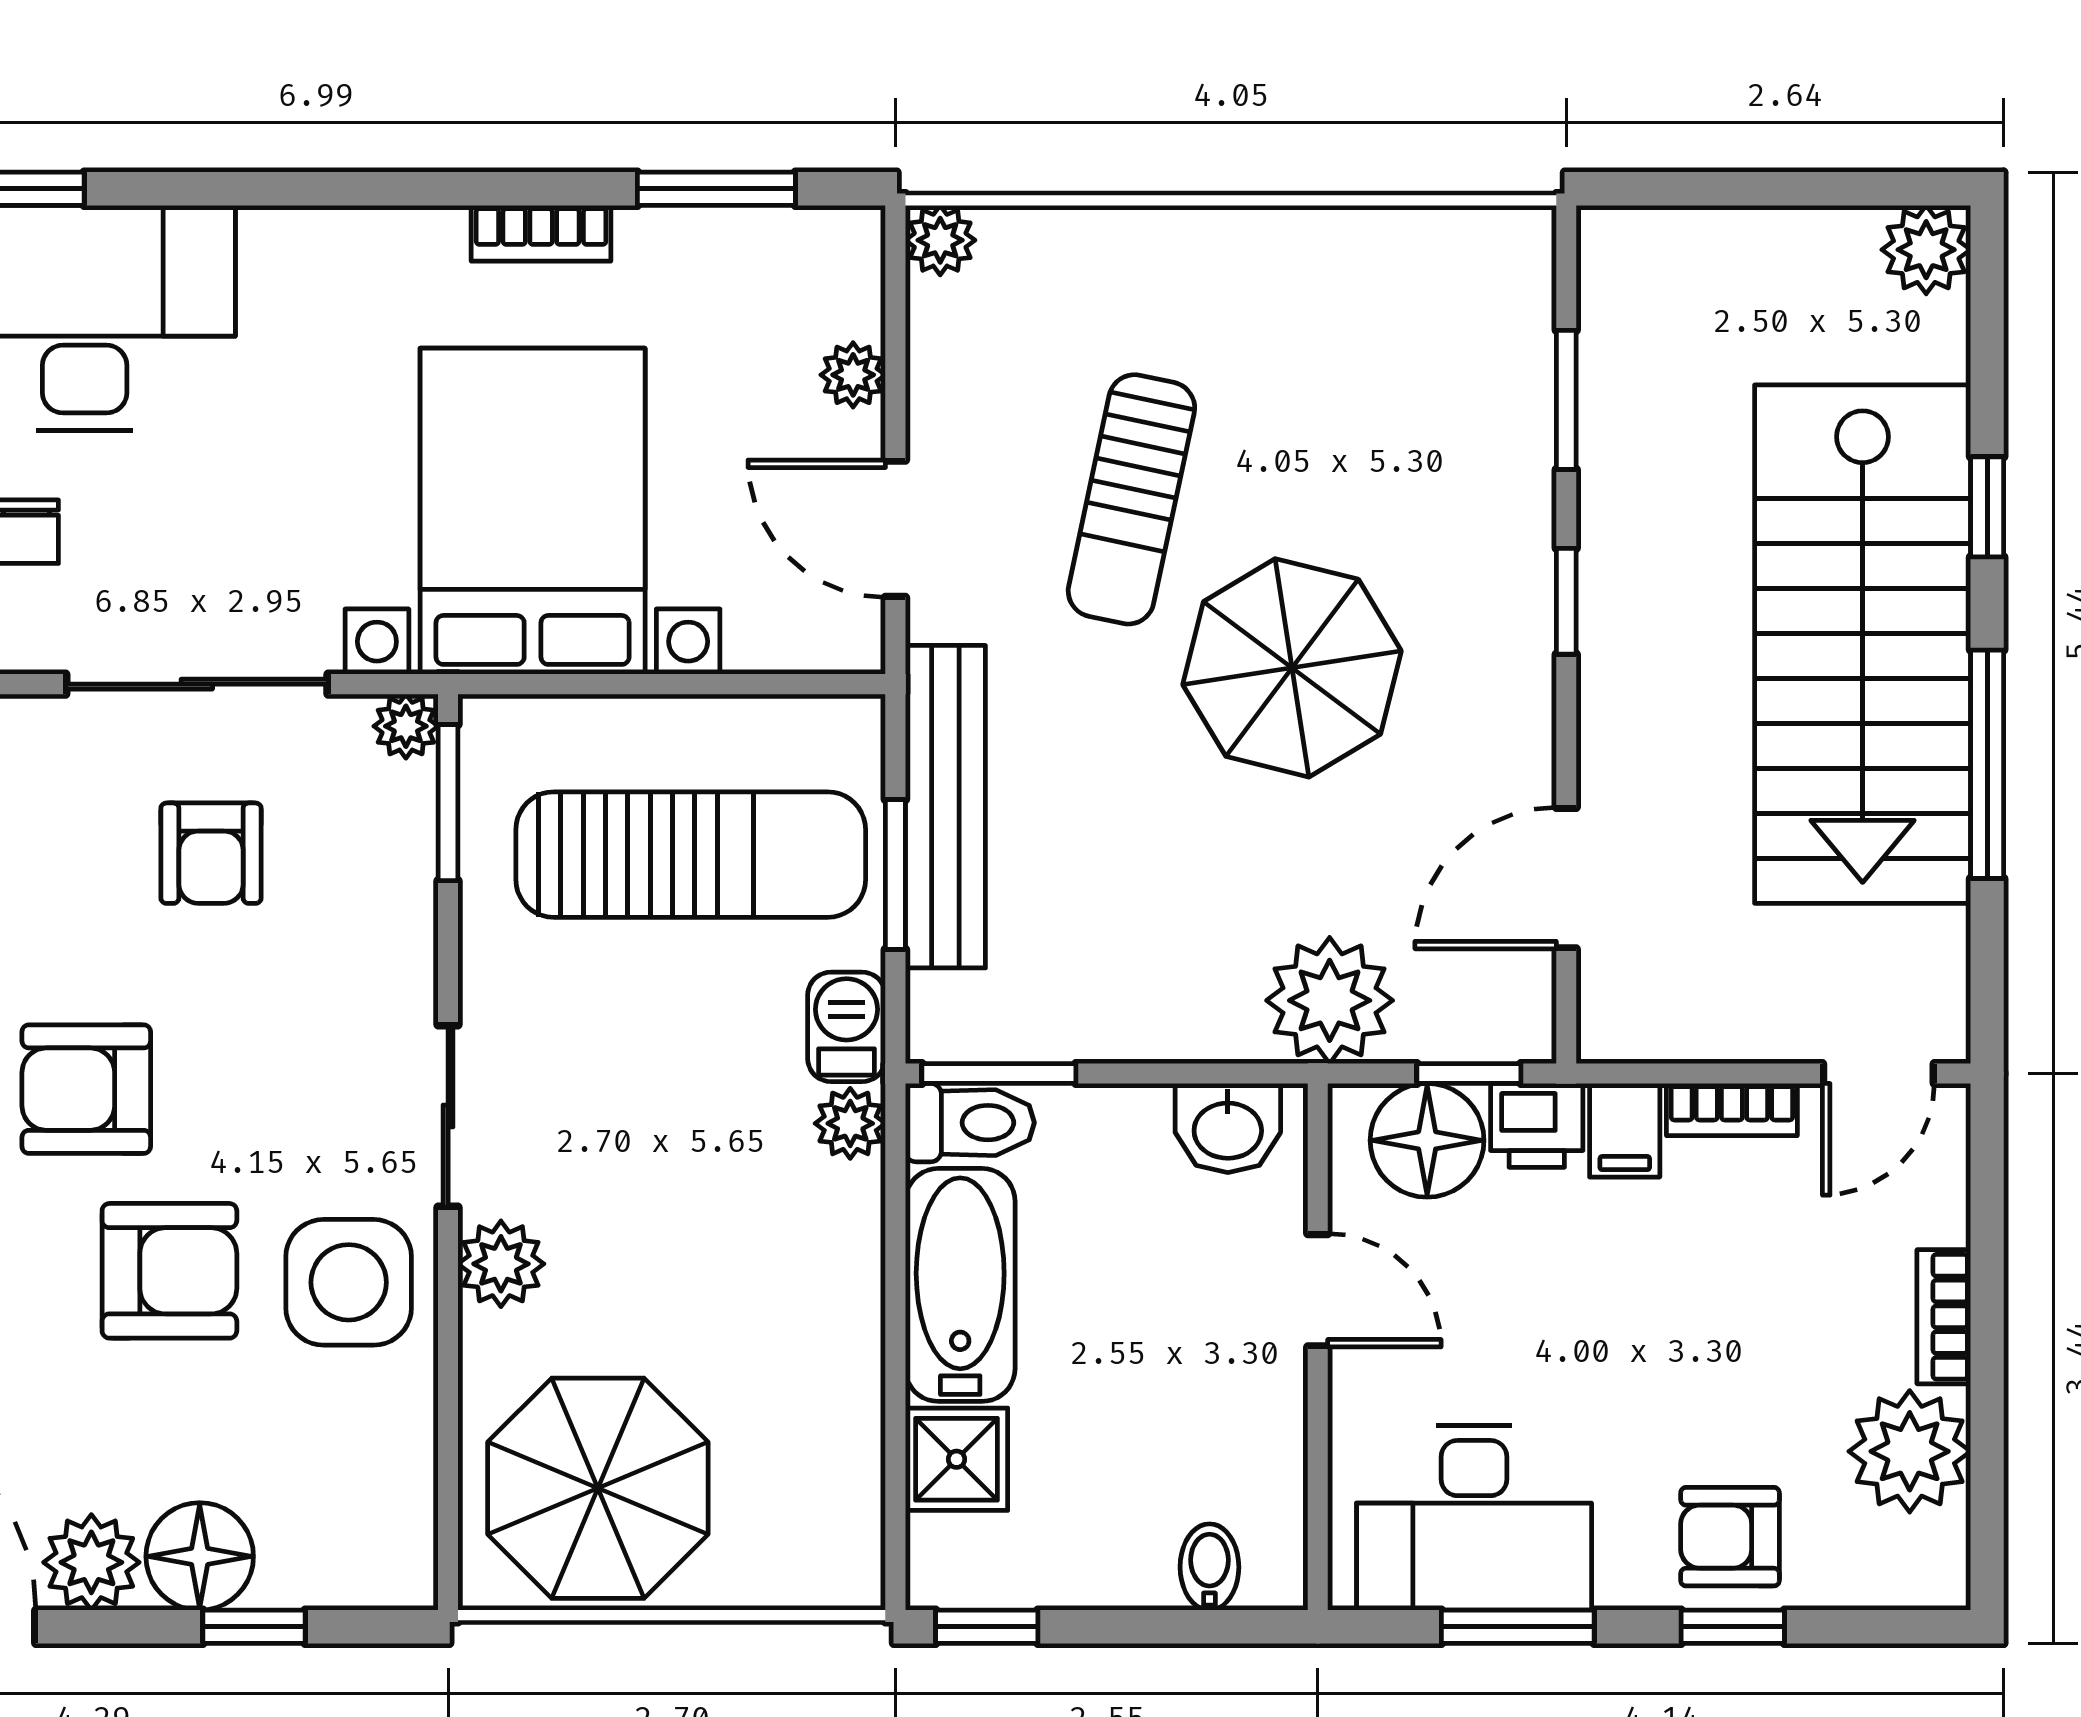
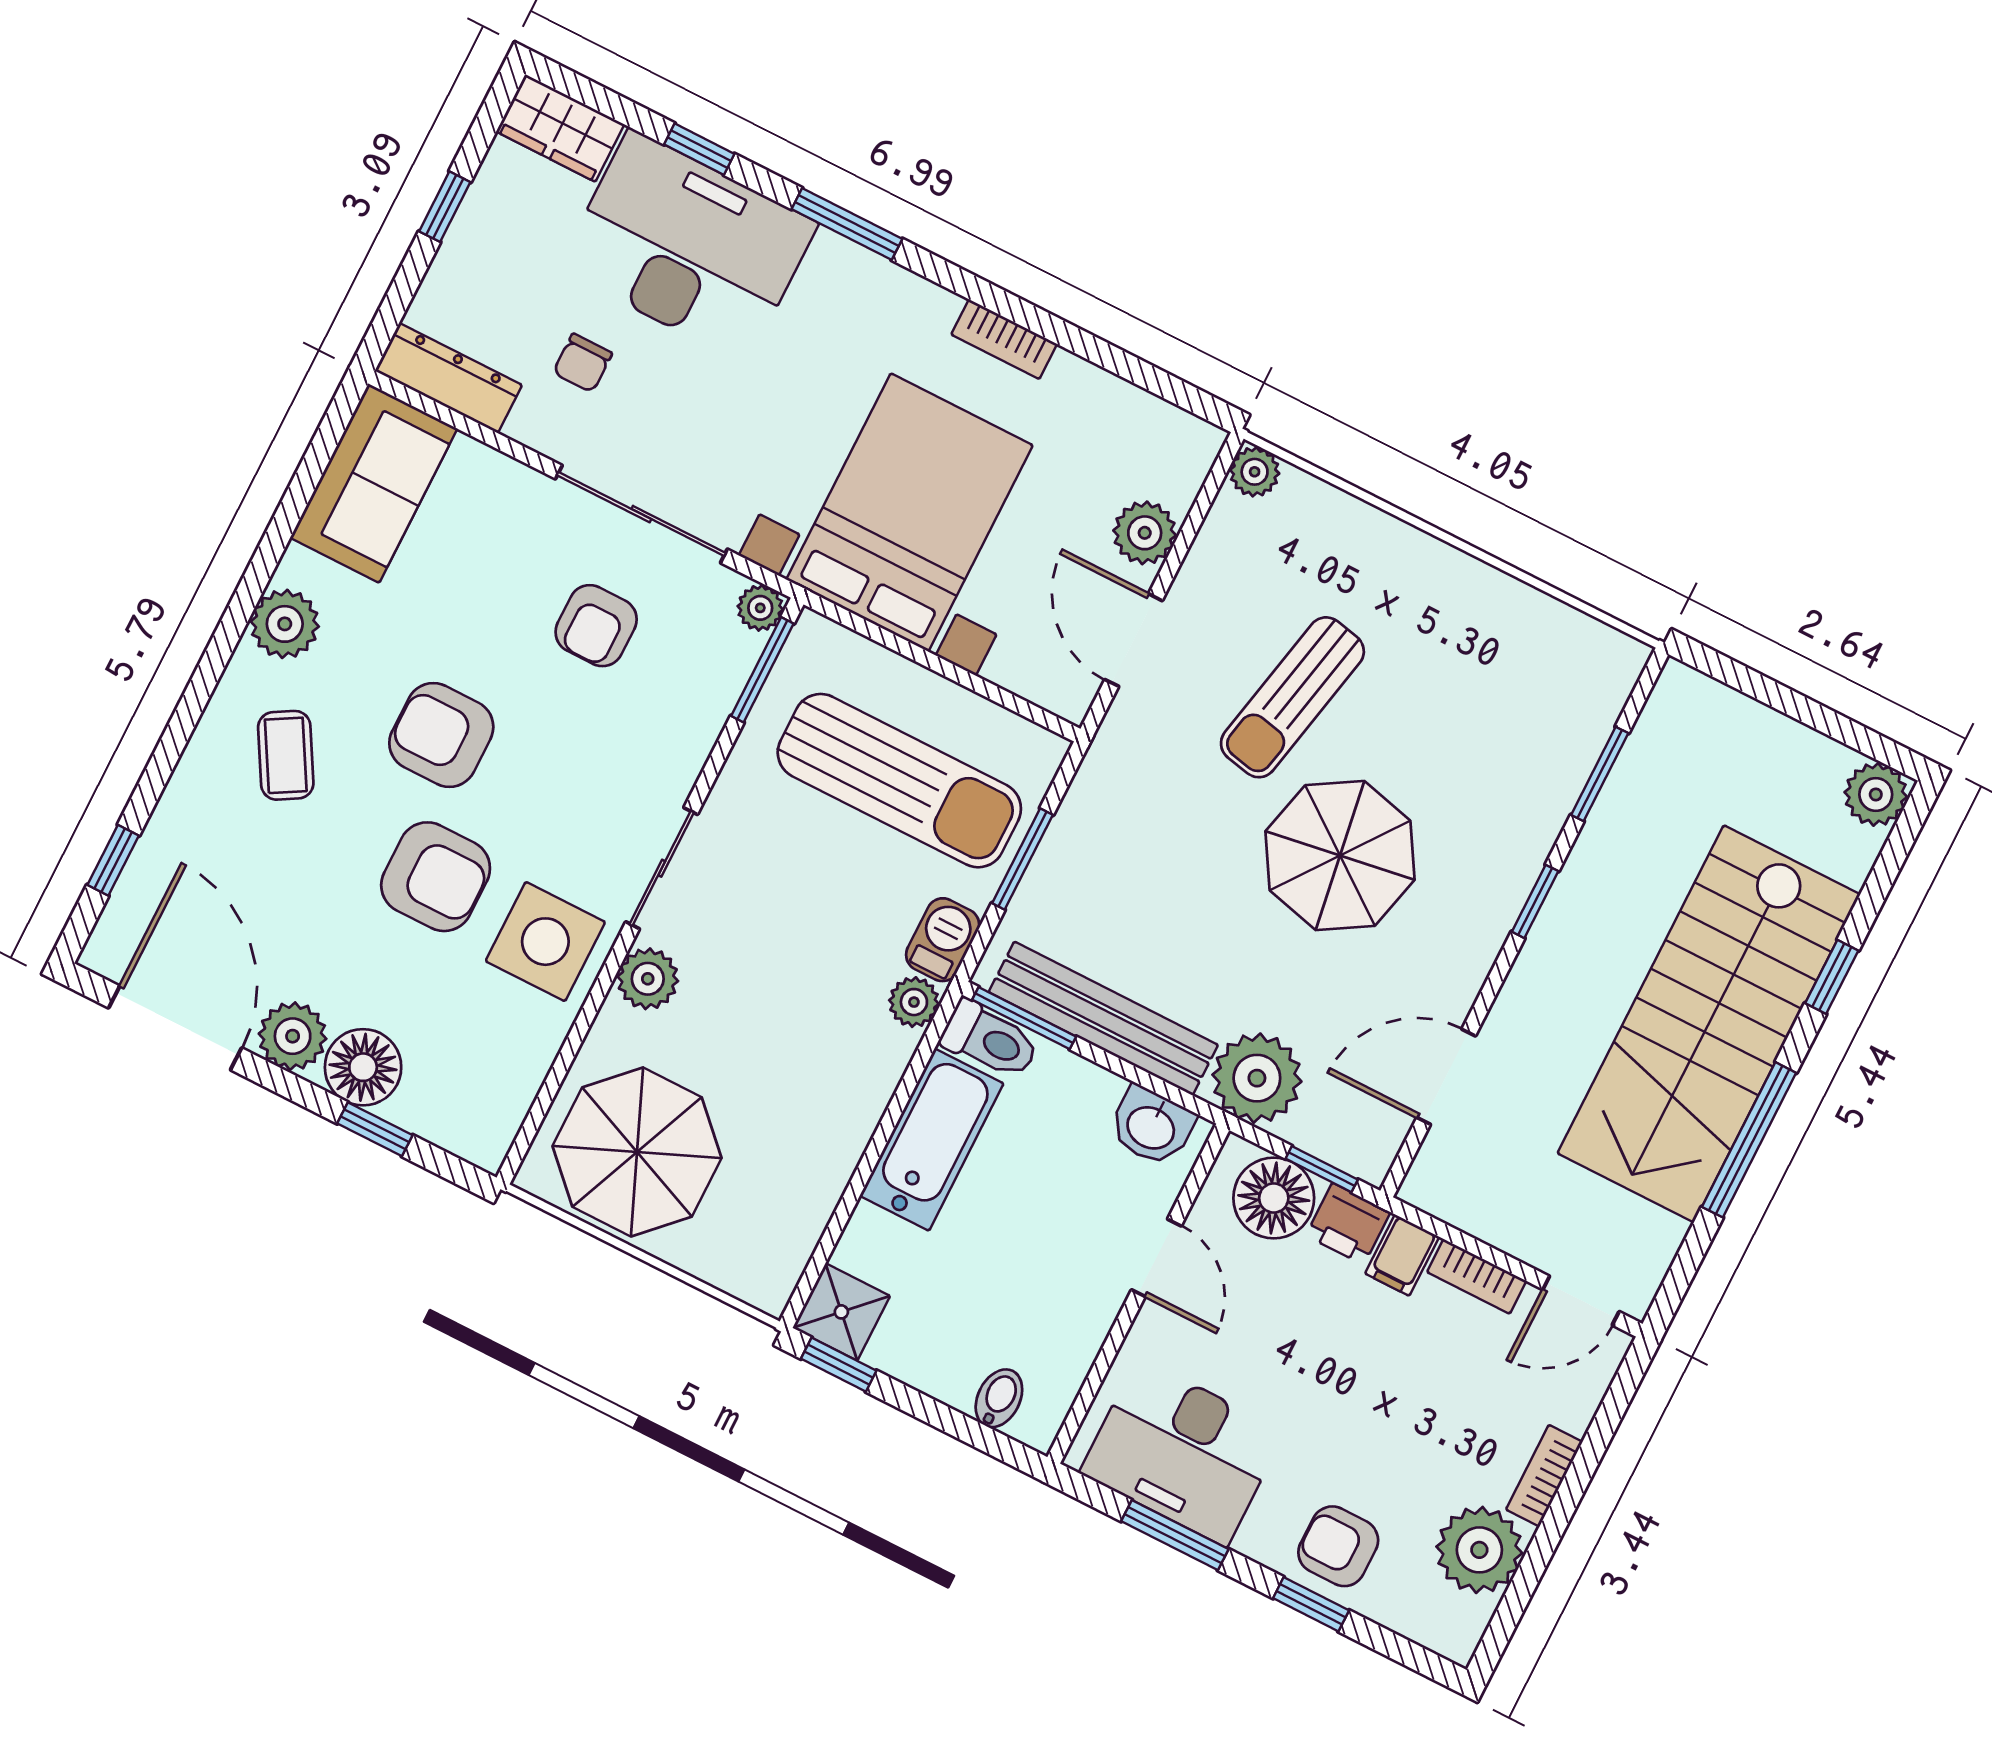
window: (716, 189) -> (847, 224), moved
plant: (853, 375) -> (1145, 533), width x1.38, depth x1.38
bench: (945, 807) -> (1103, 1019), moved, turned 90
shower: (956, 1459) -> (841, 1312), moved

